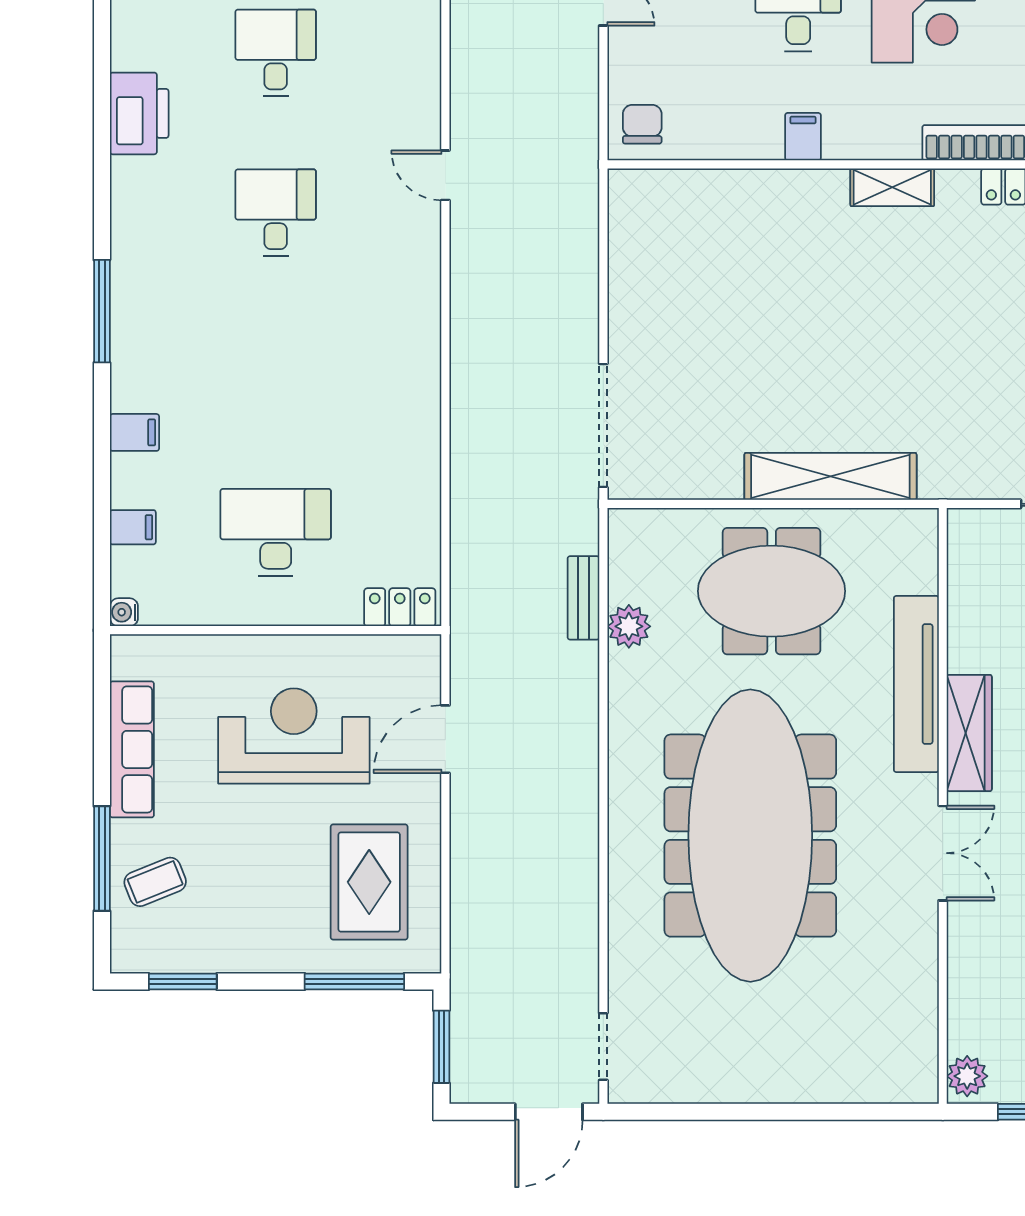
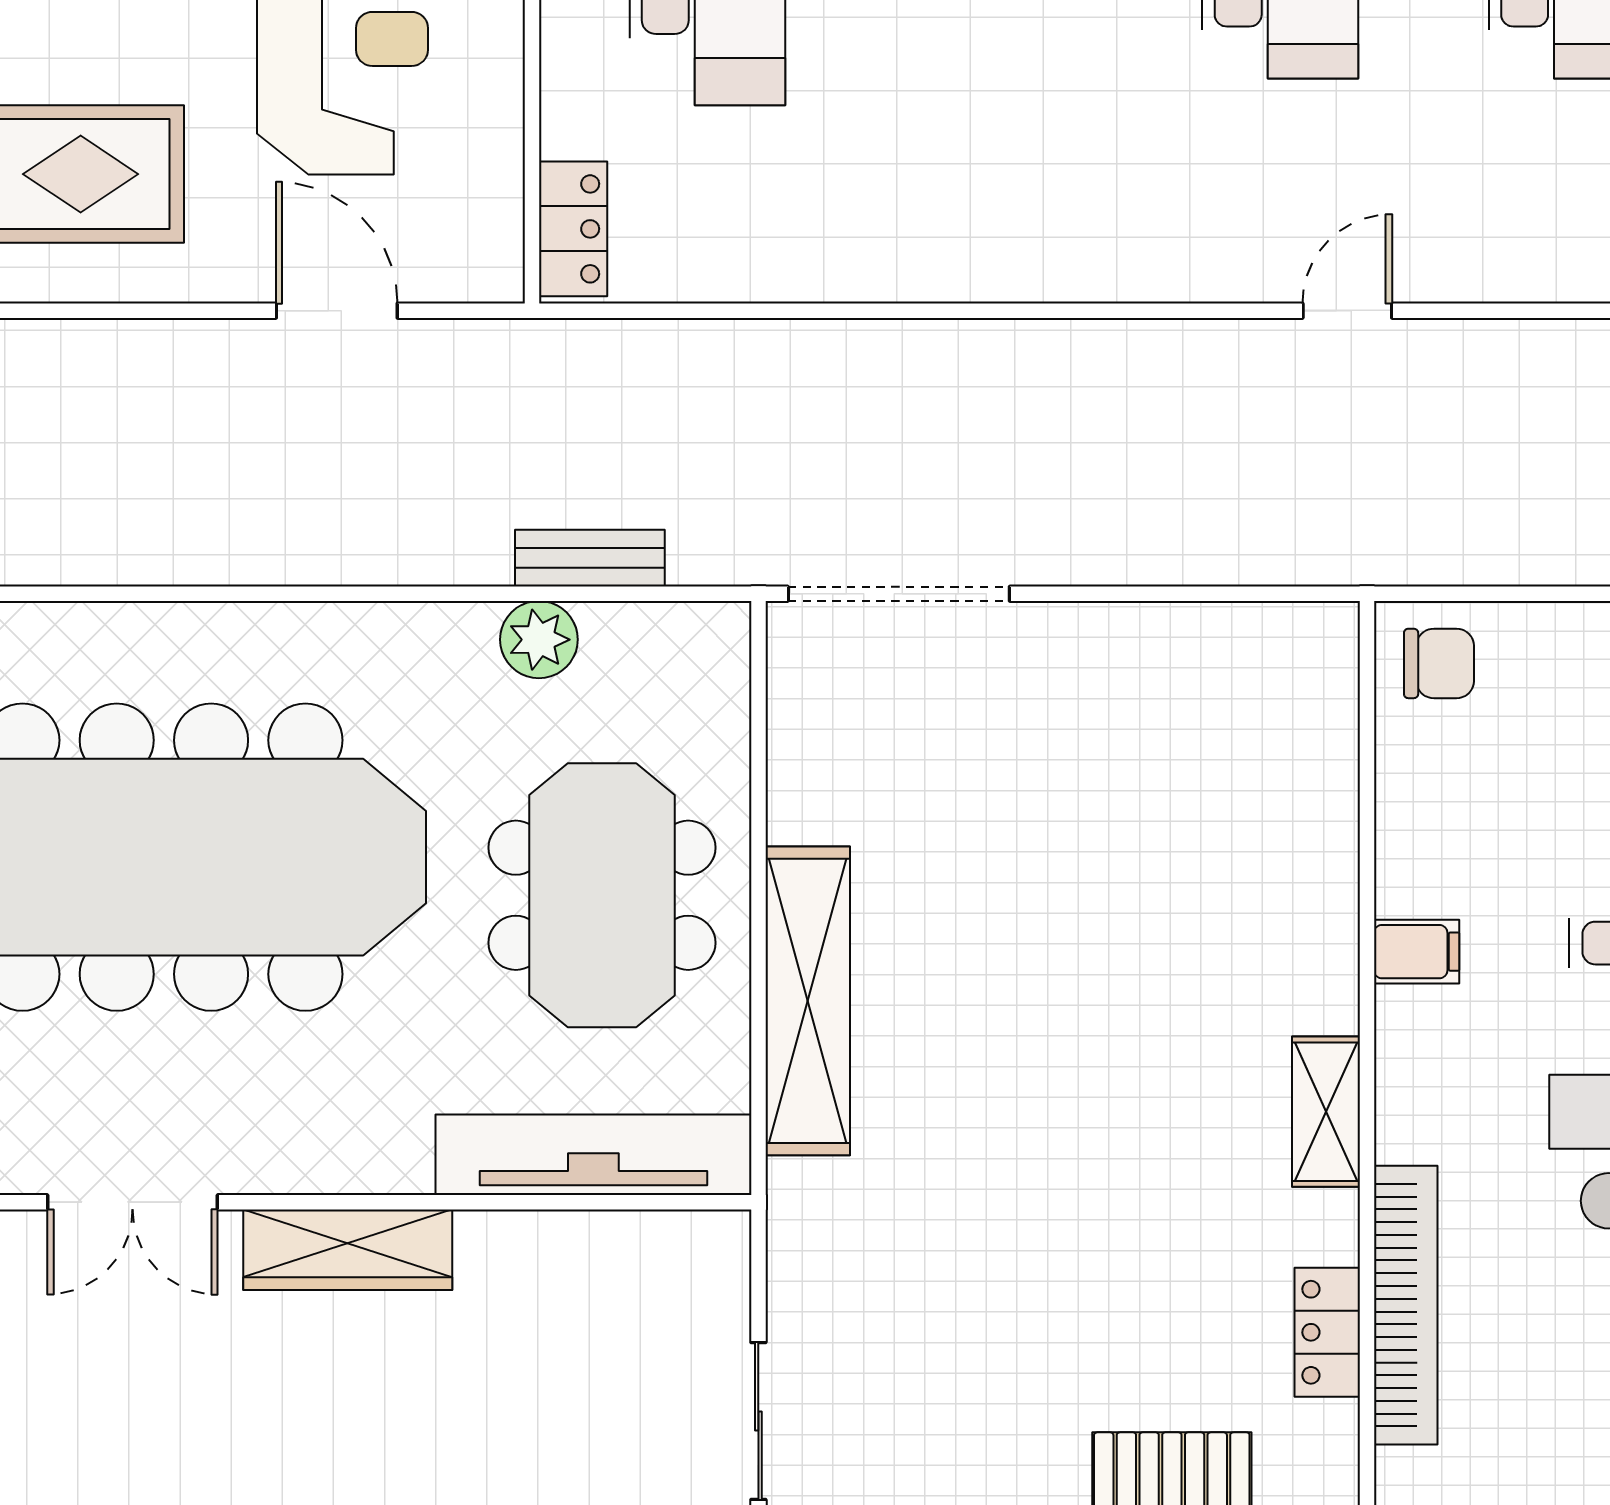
tv unit: (916, 684) -> (593, 1155), moved

